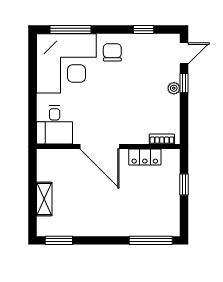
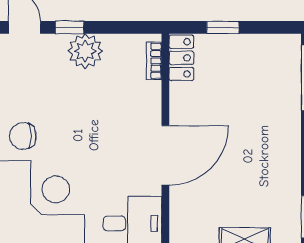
plant: (174, 88) -> (85, 51), width x1.87, depth x1.87
locker: (145, 157) -> (181, 58), moved

